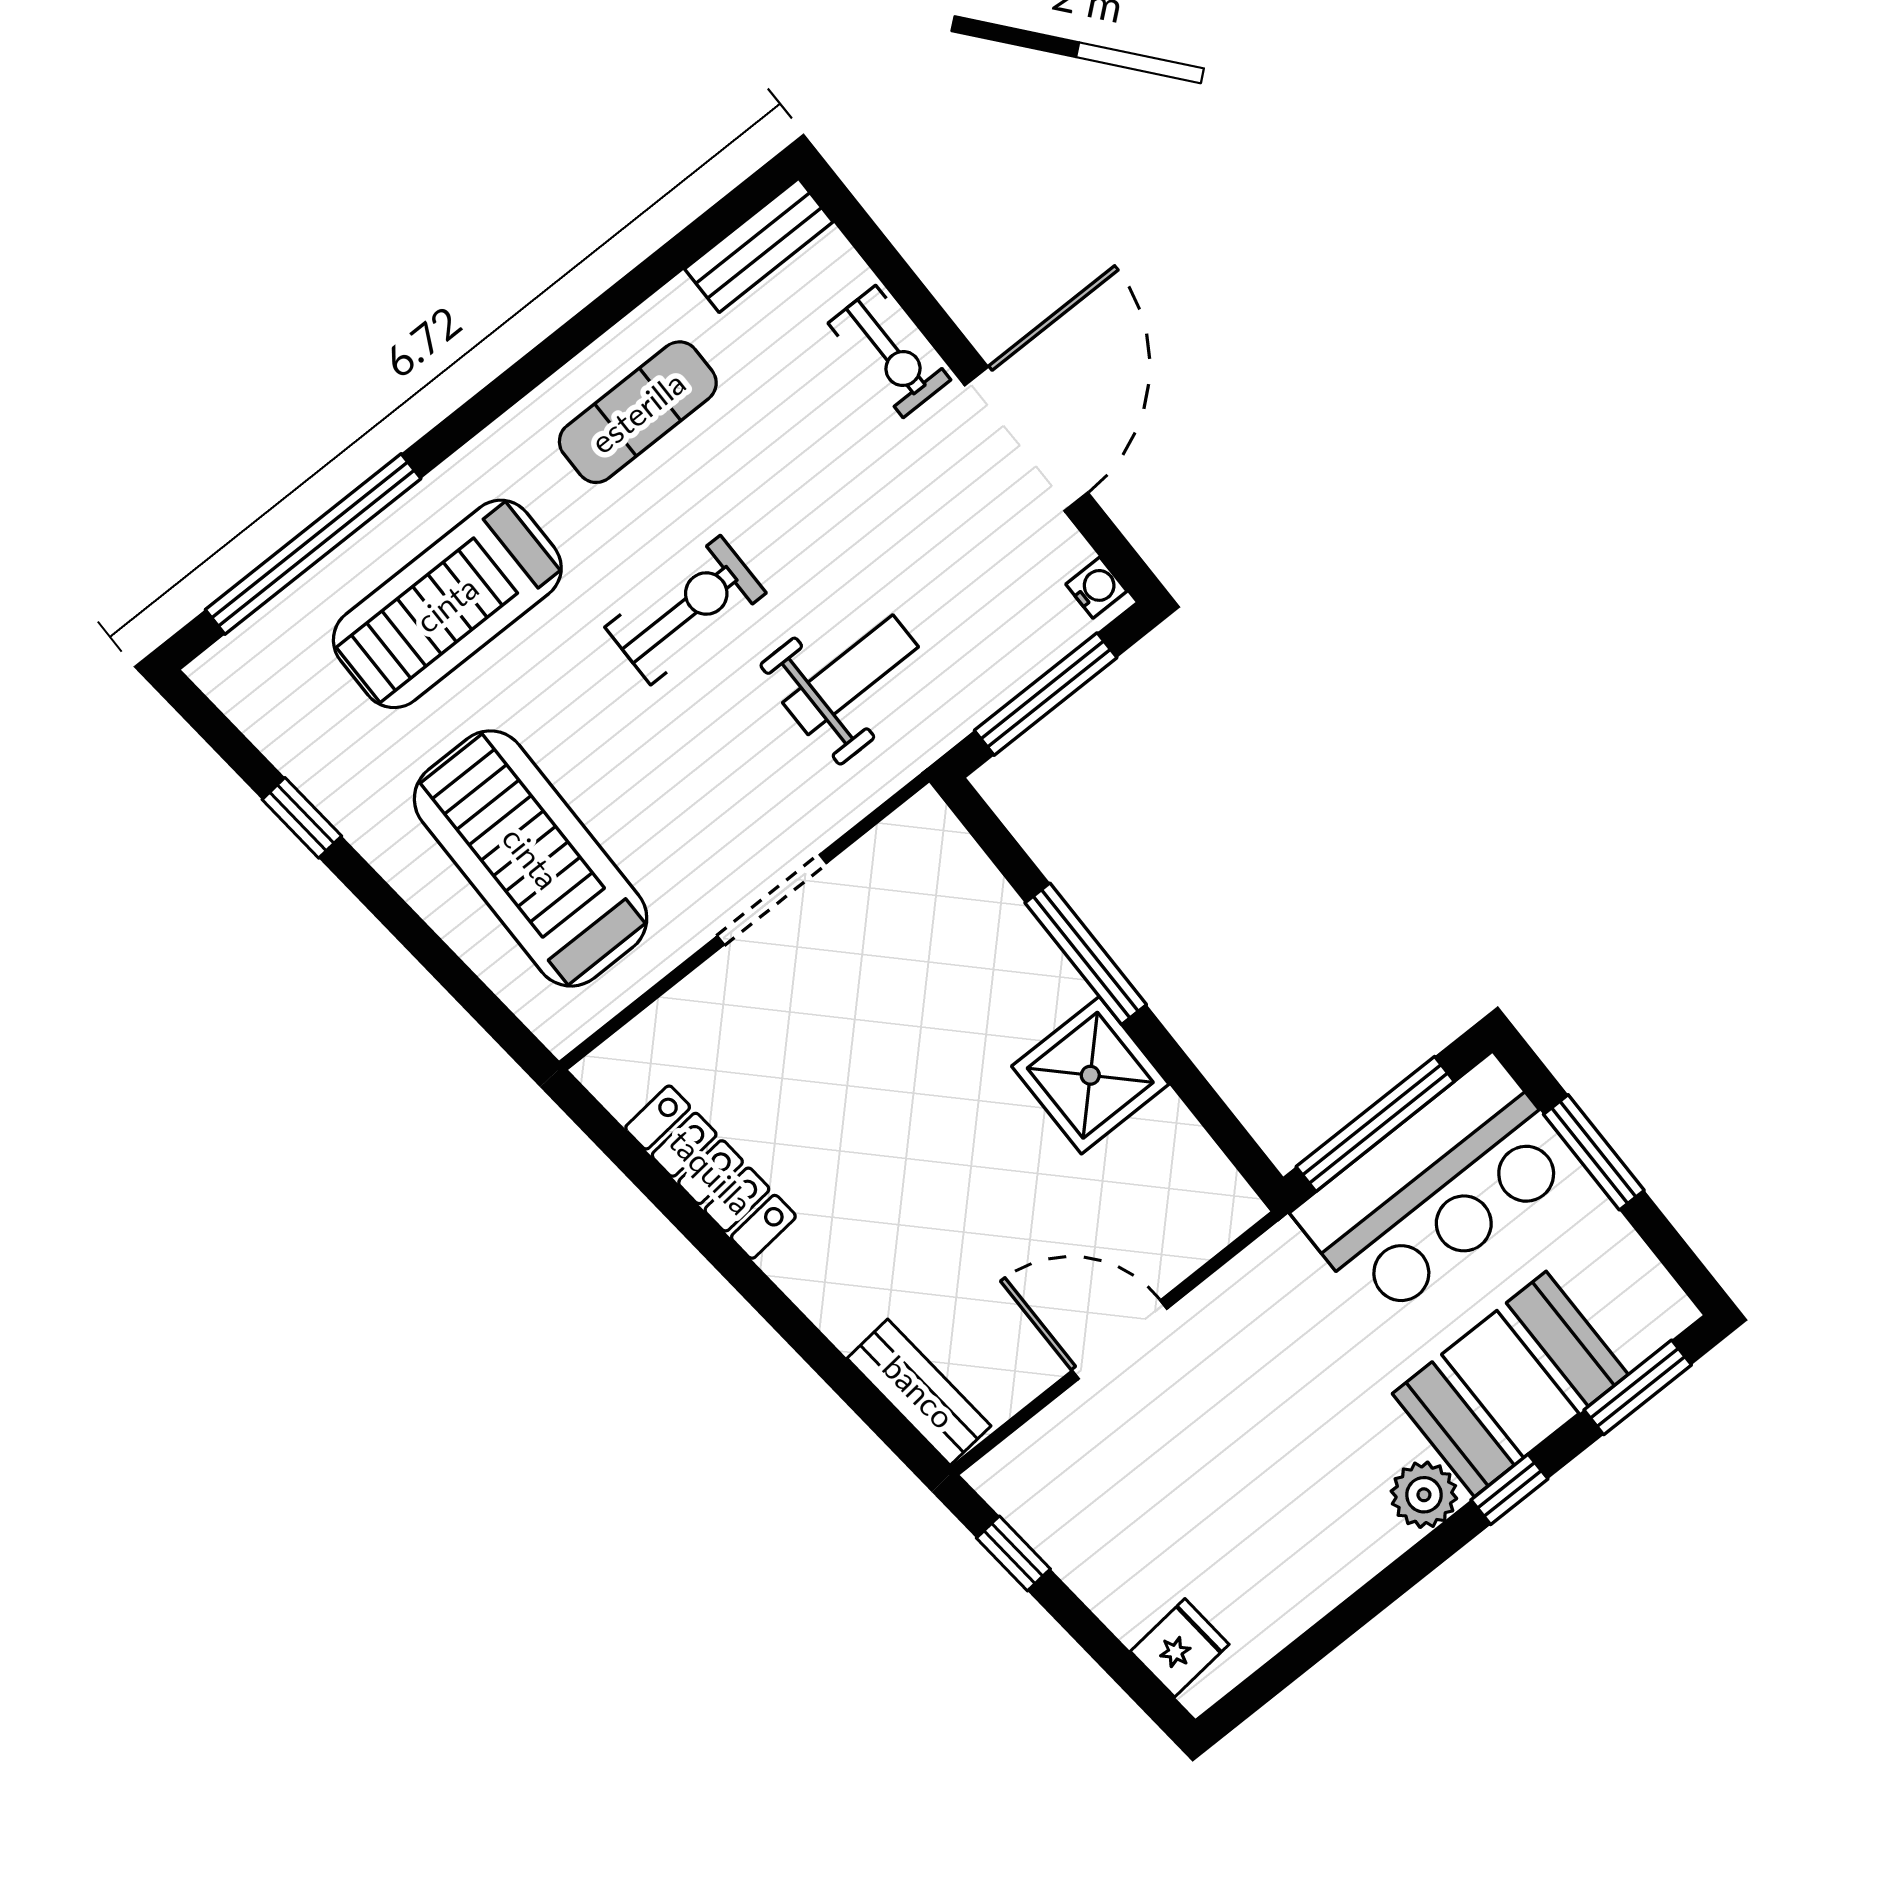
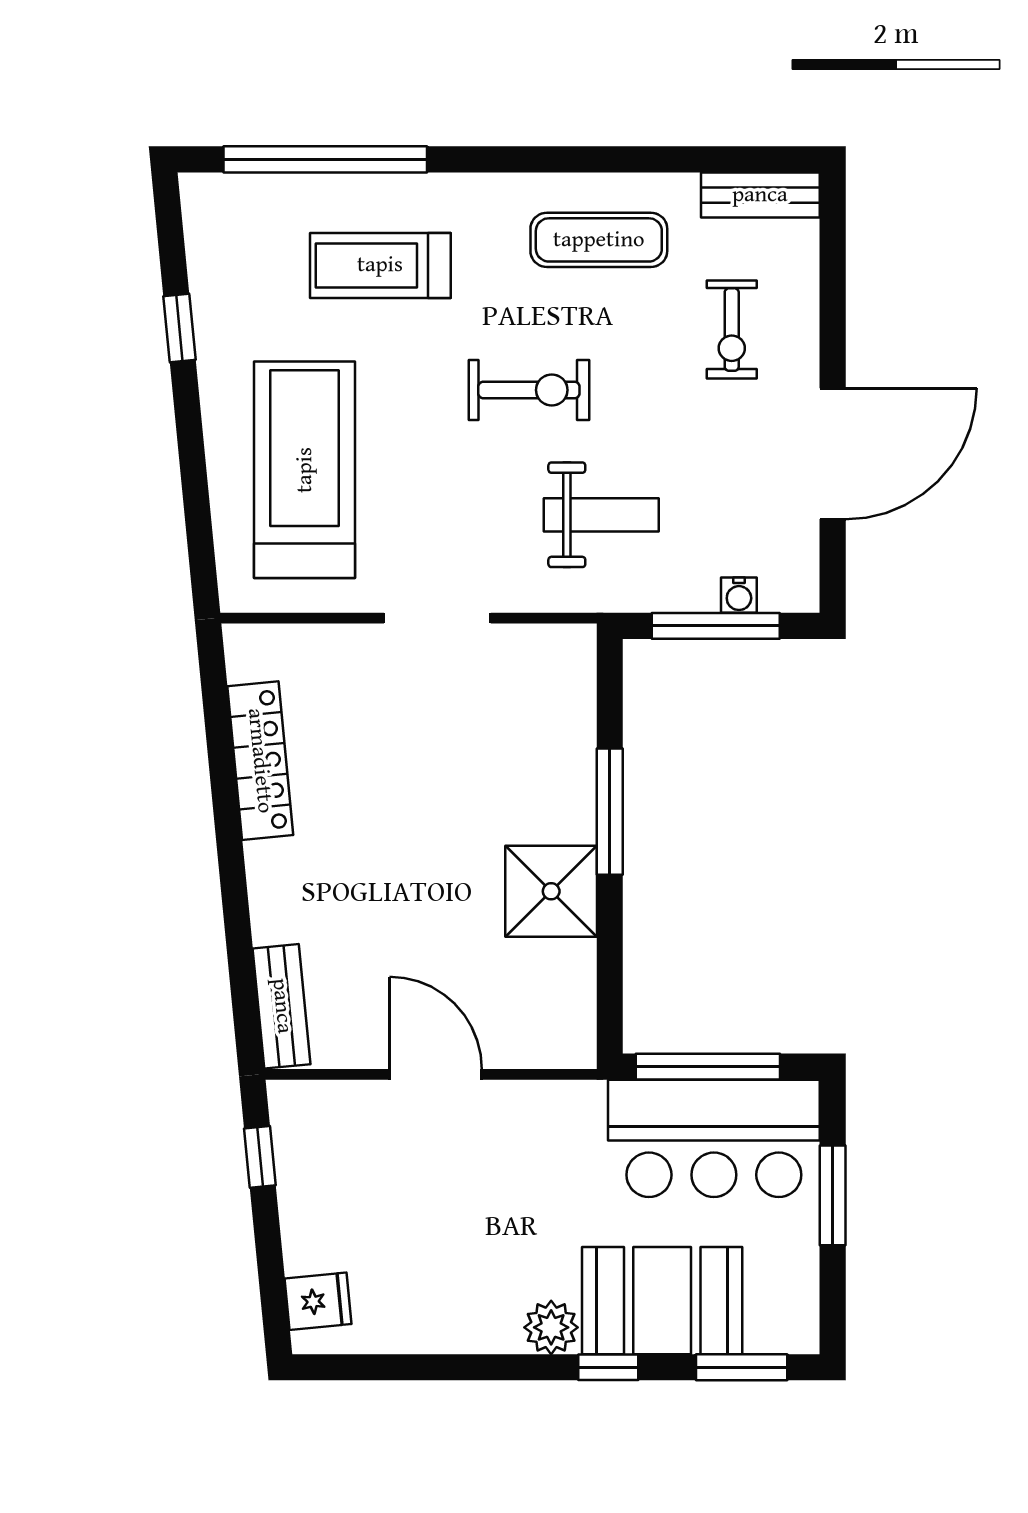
exercise bike: (889, 351) -> (732, 330), moved
water cooler: (1096, 588) -> (739, 595), moved, turned 90
treadmill: (447, 604) -> (380, 265), width x0.73, depth x0.73

